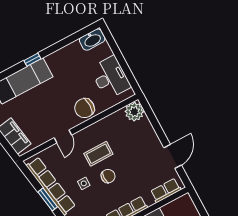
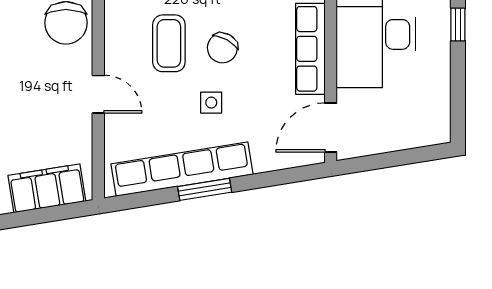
chair: (108, 176) -> (222, 48), turned -151

